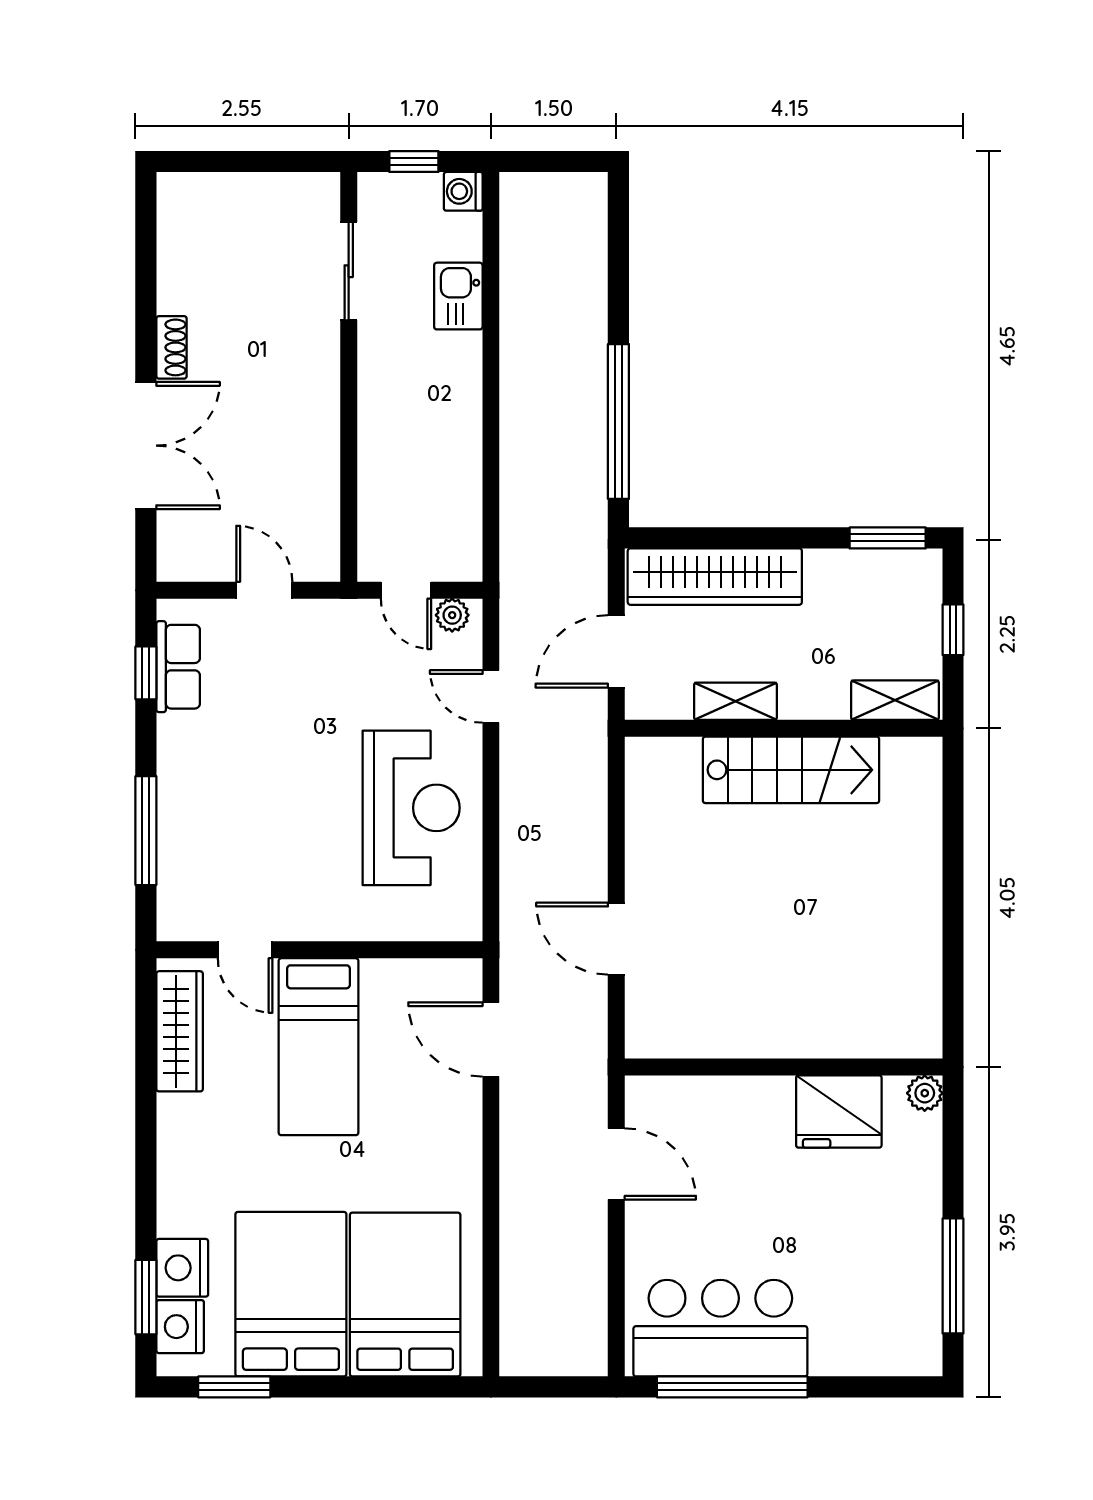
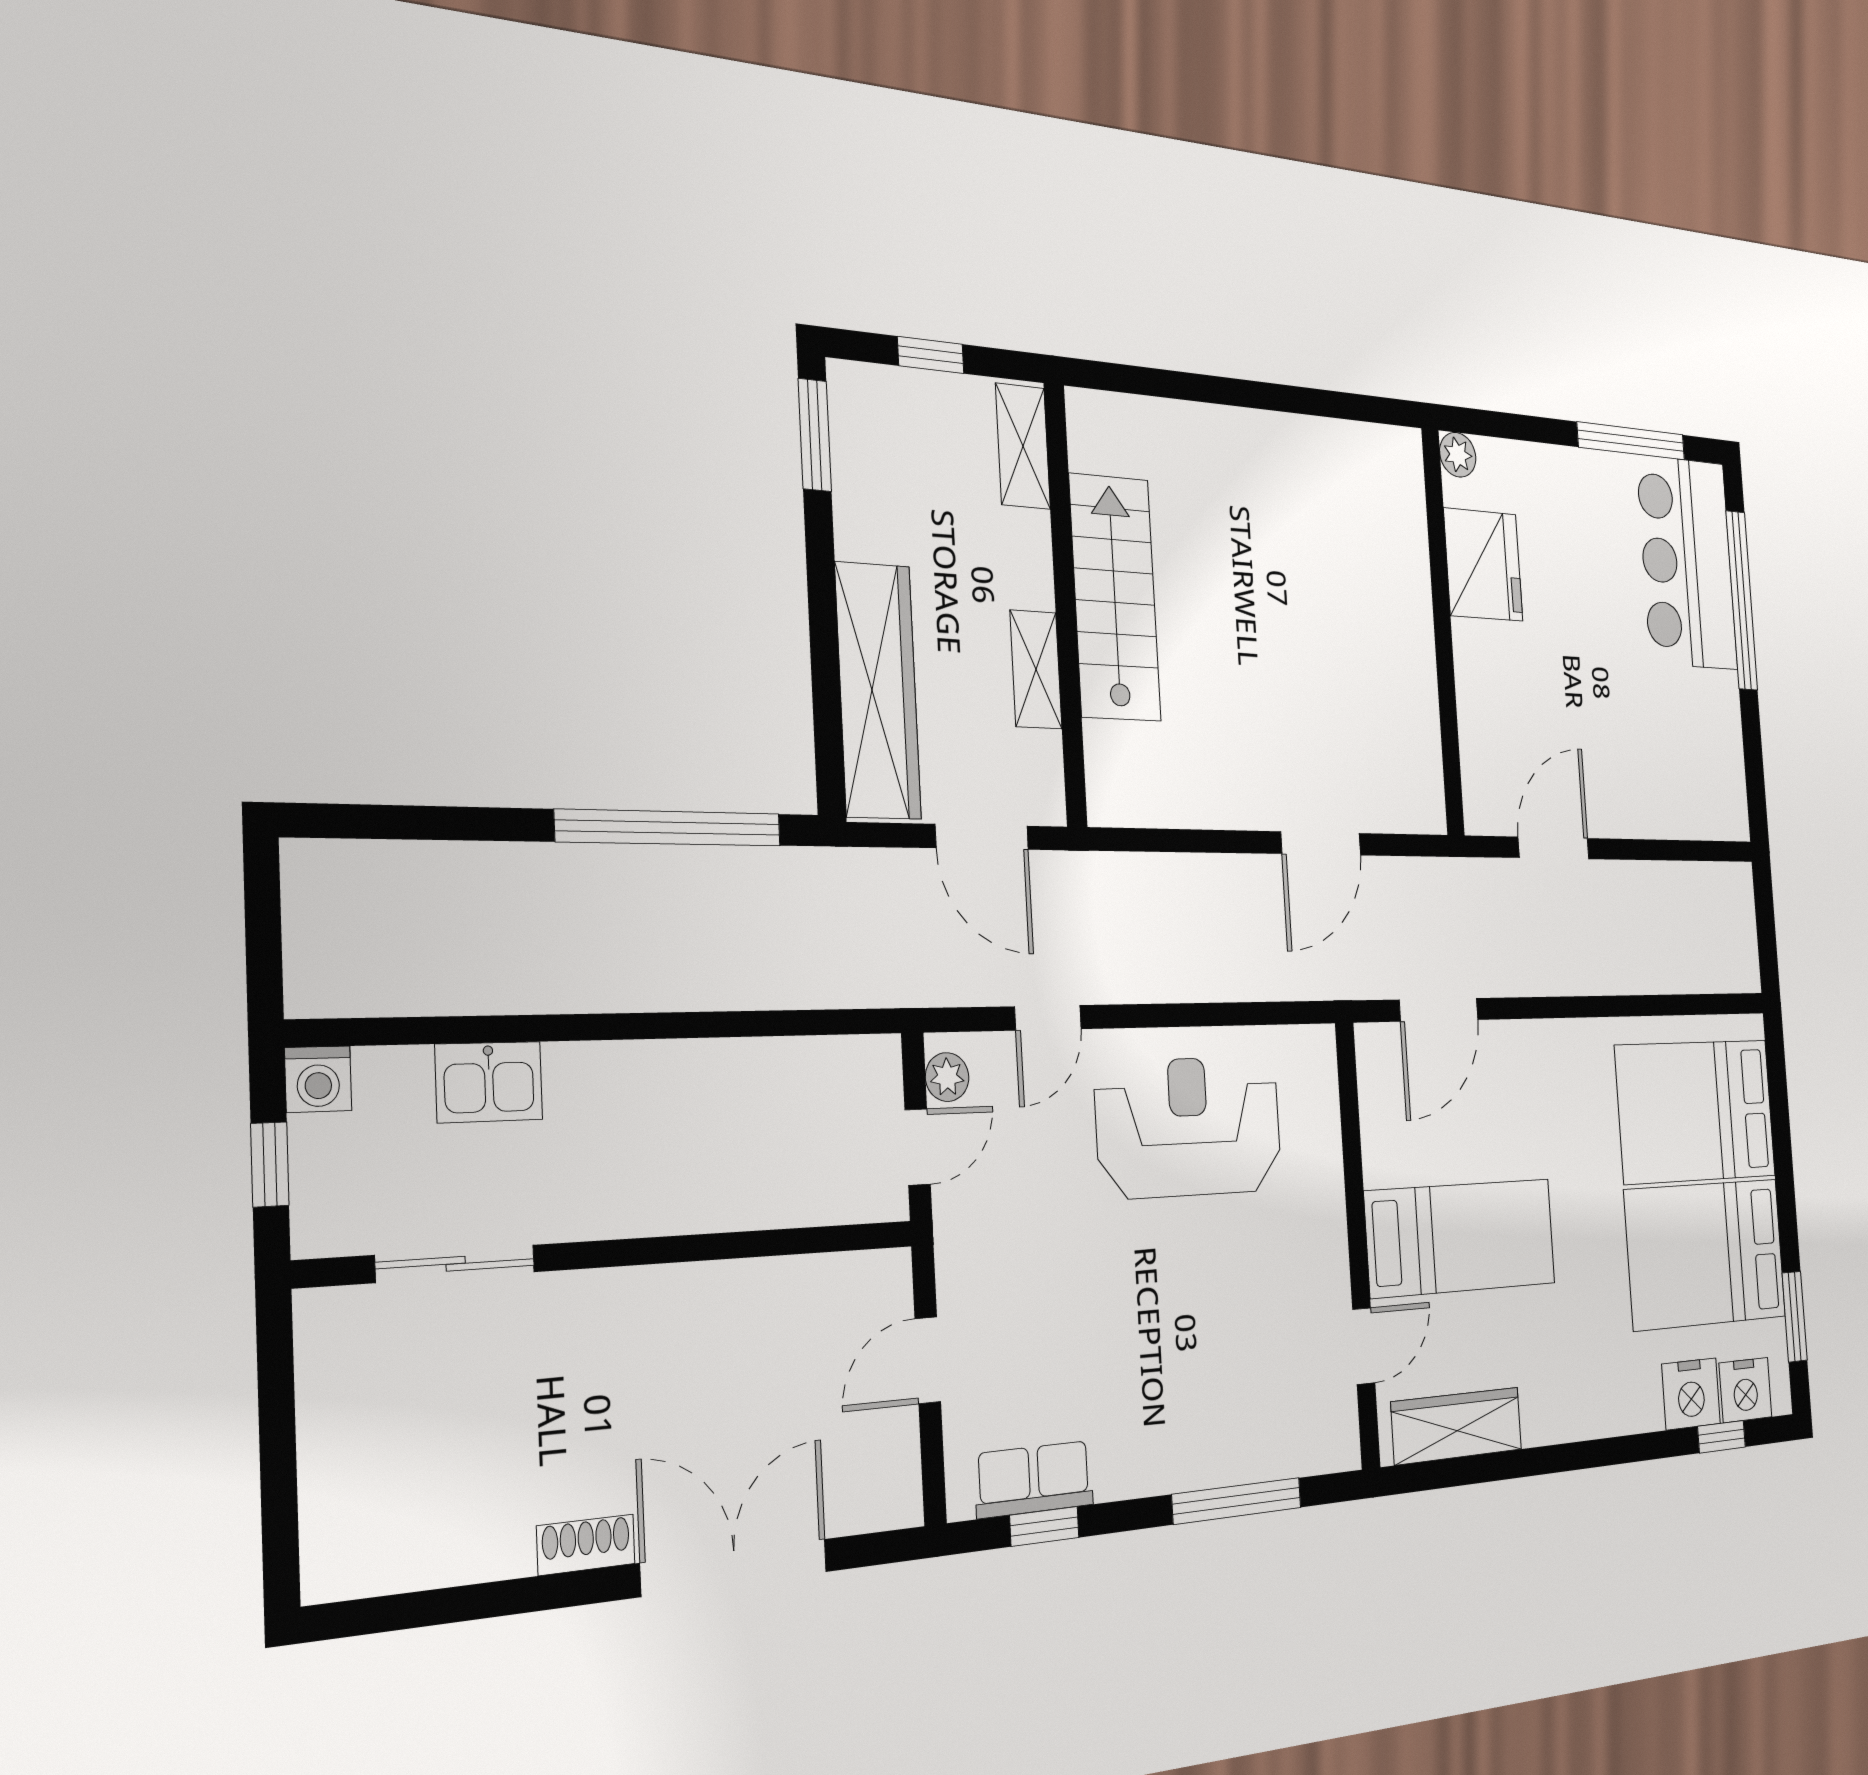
window: (146, 1297) -> (1722, 1437), width x0.67
bar counter: (720, 1328) -> (1687, 563), moved
window: (732, 1387) -> (1742, 600), moved

